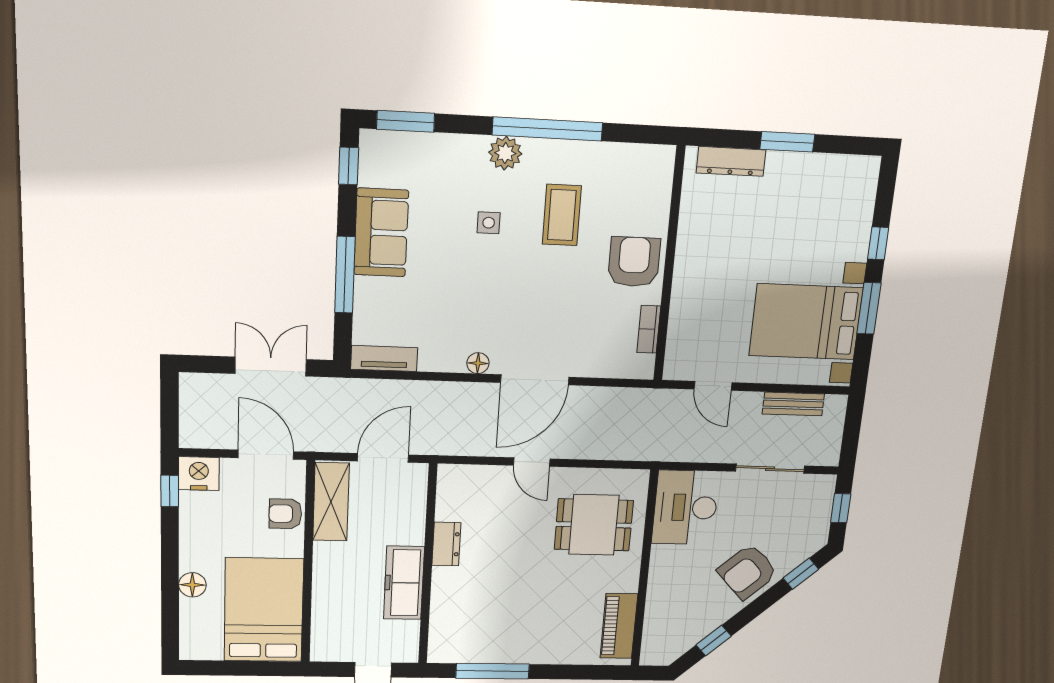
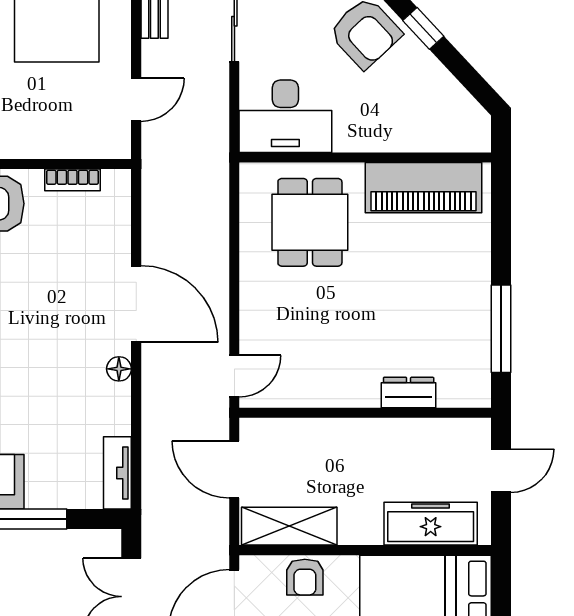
door: (532, 462) -> (234, 376), moved
dresser: (446, 544) -> (409, 392), moved
freezer: (404, 583) -> (431, 524), moved, turned 180
piano: (619, 626) -> (424, 188), width x1.37, depth x1.33
window: (714, 641) -> (423, 28), moved

